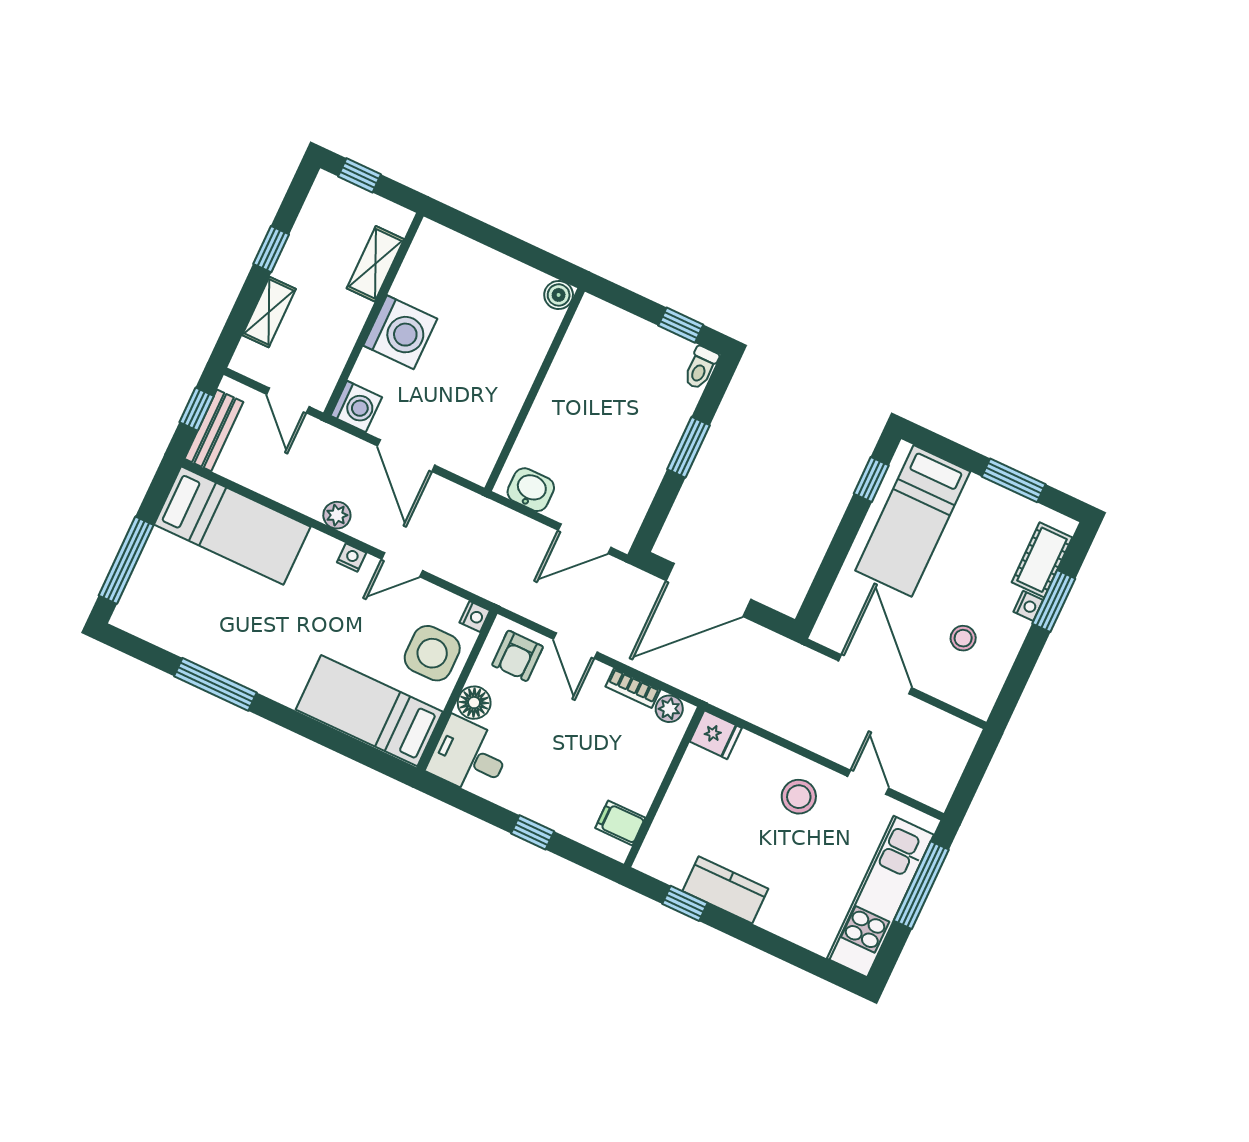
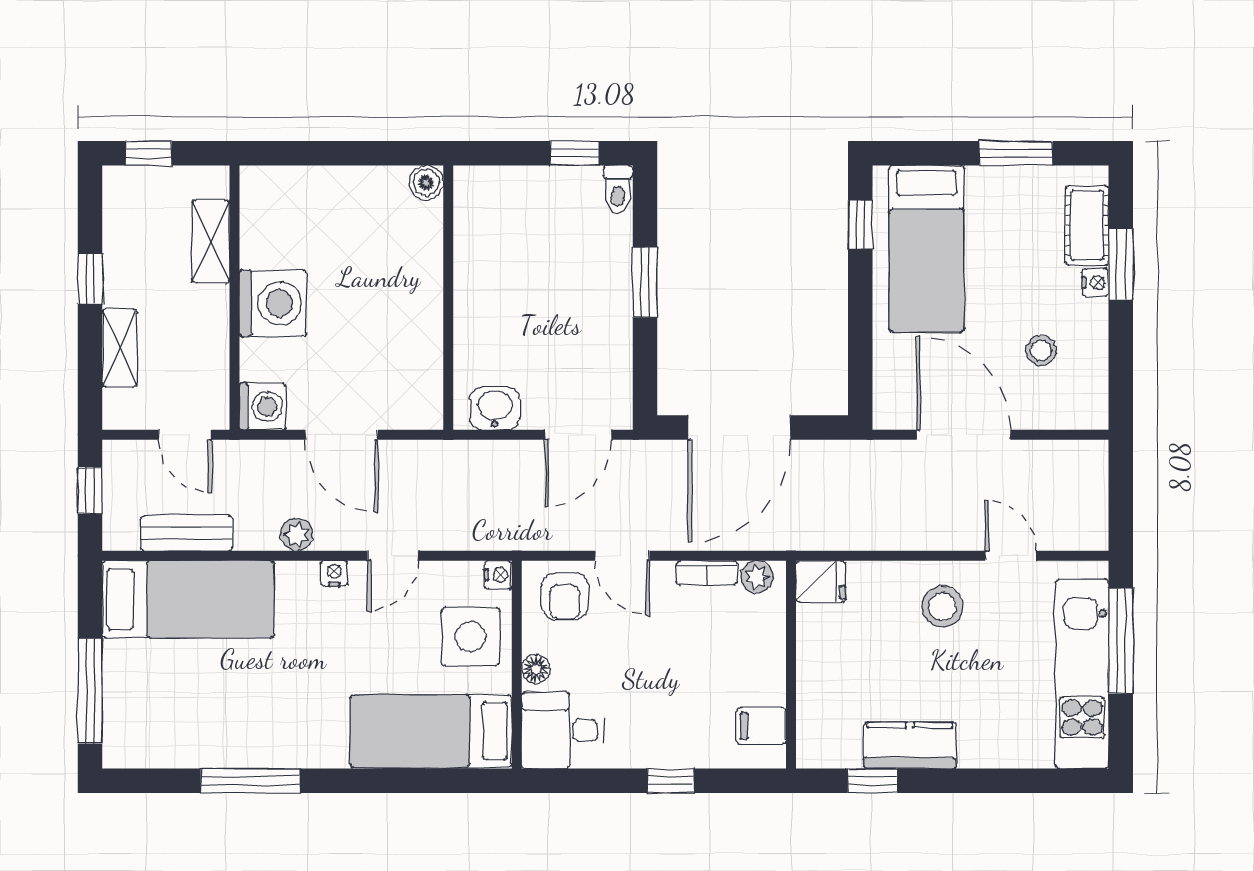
bench: (214, 430) -> (186, 533), moved, turned 90
floor lamp: (474, 703) -> (536, 669), width x0.73, depth x0.73

